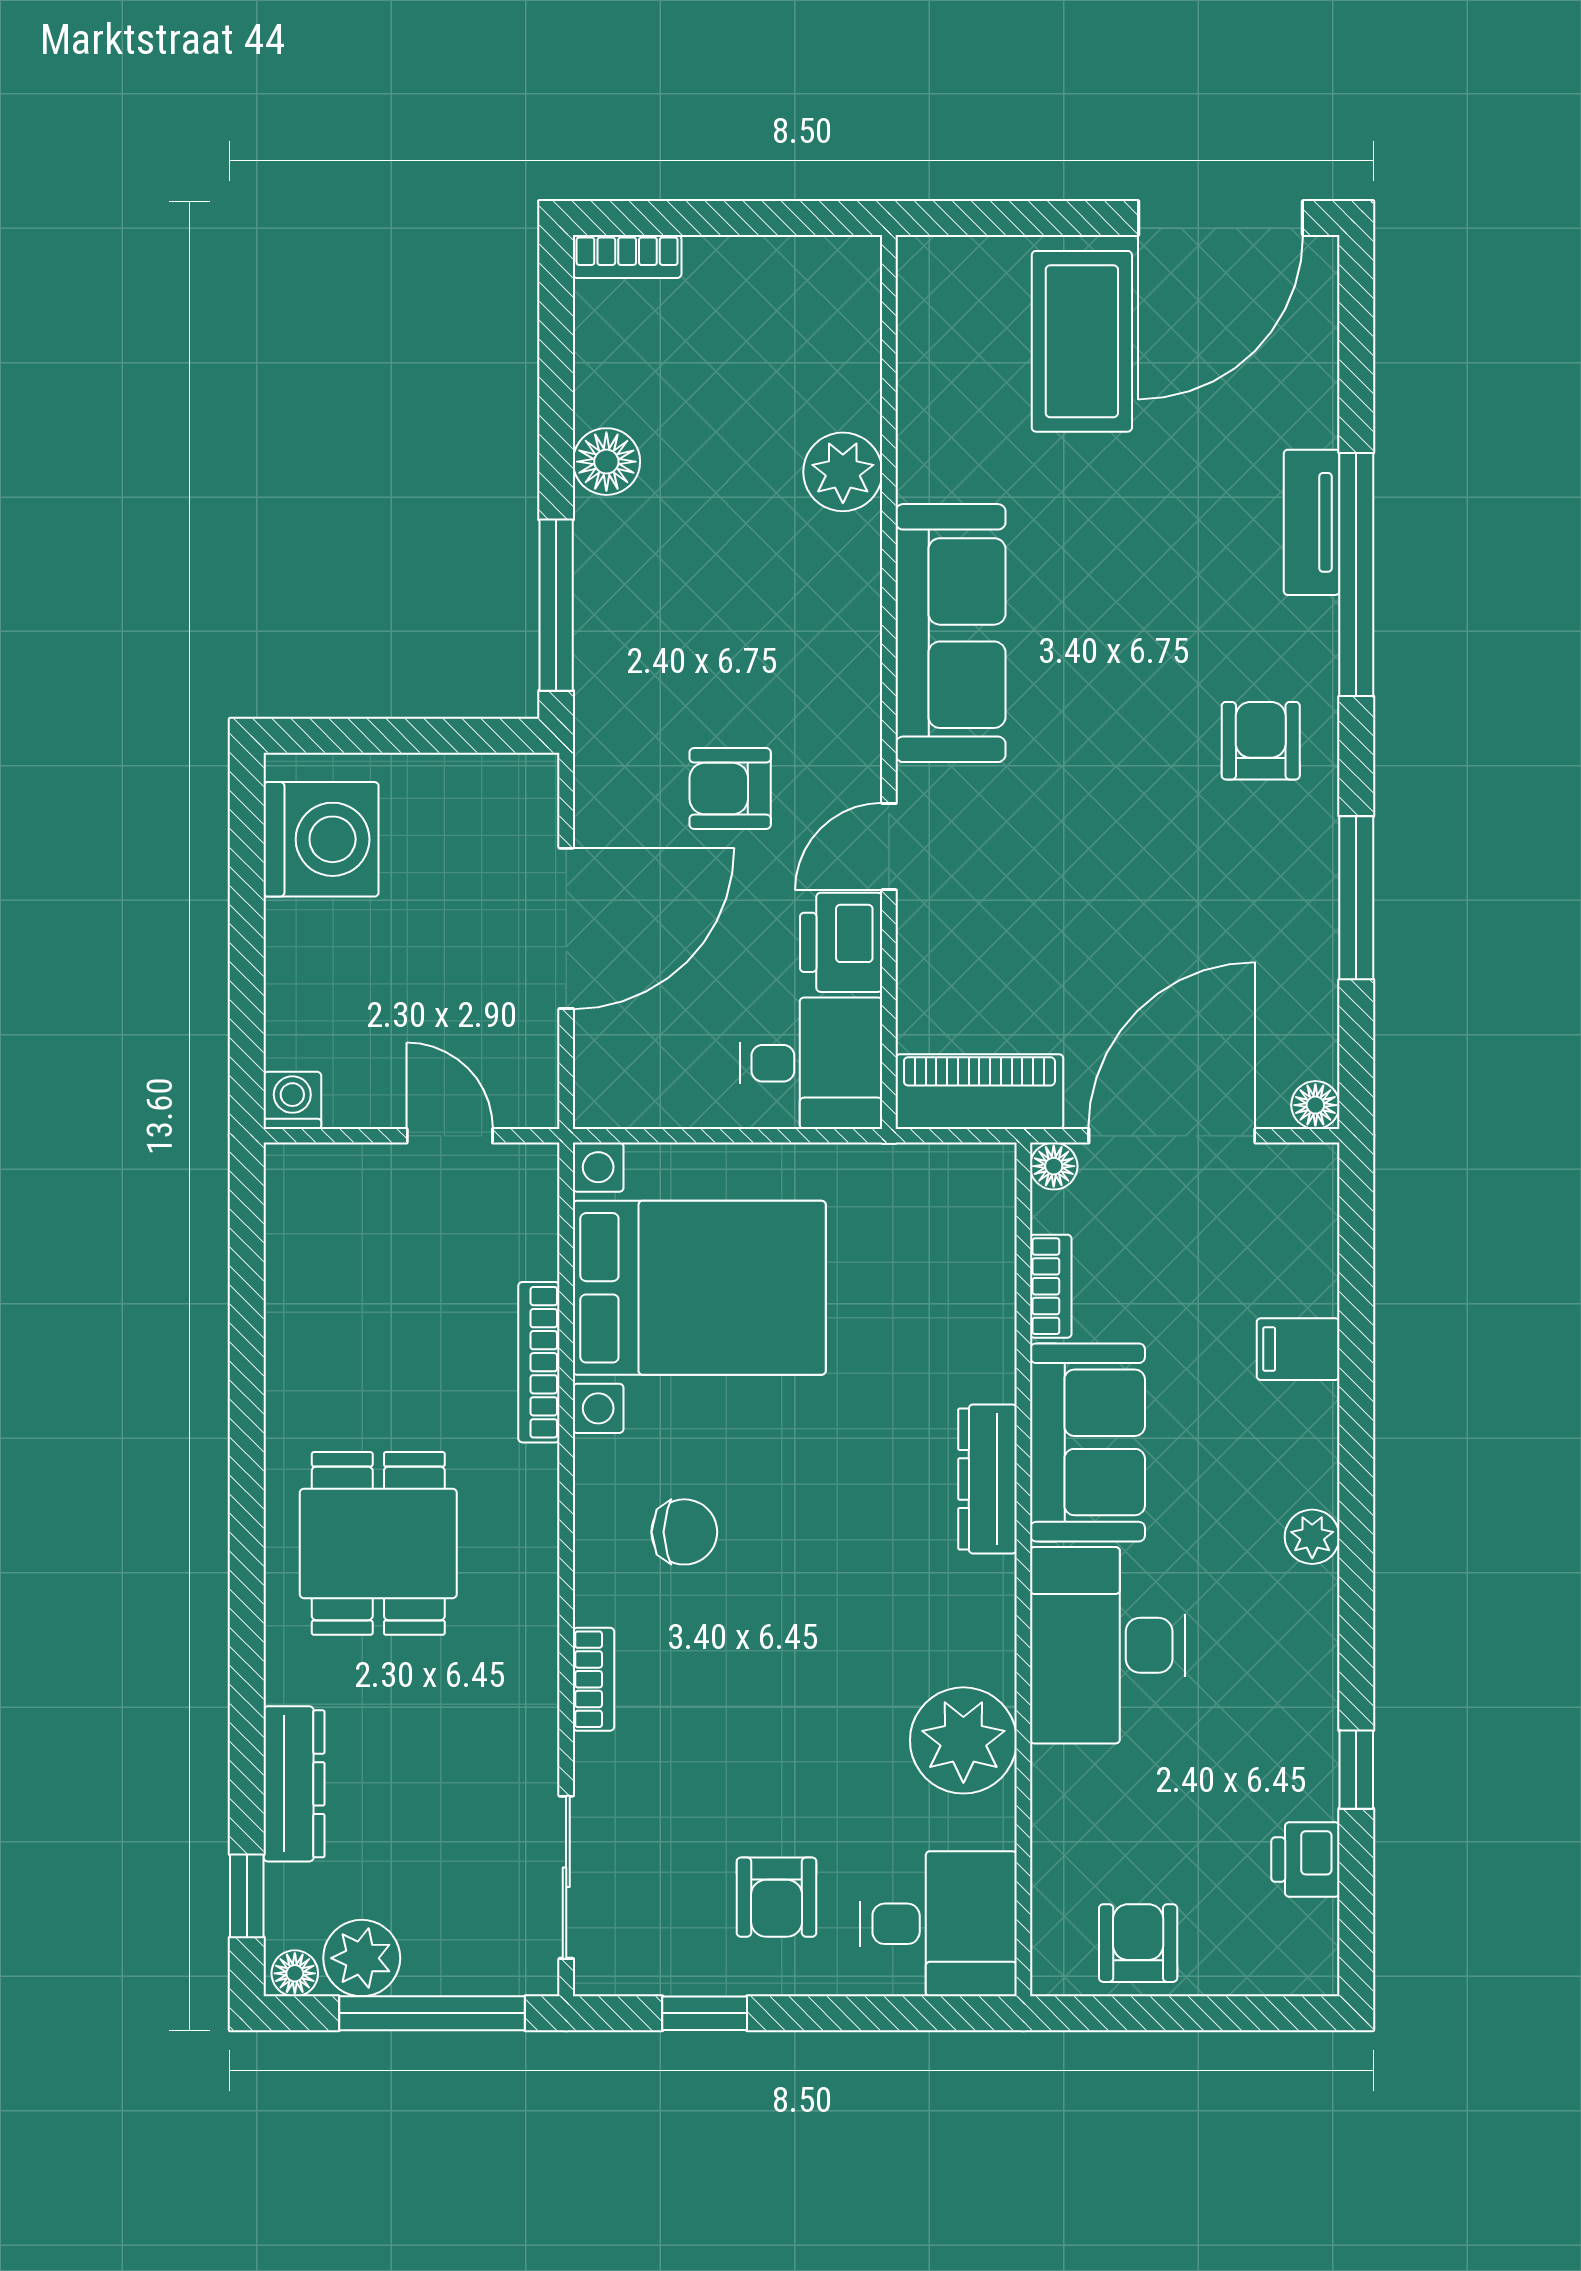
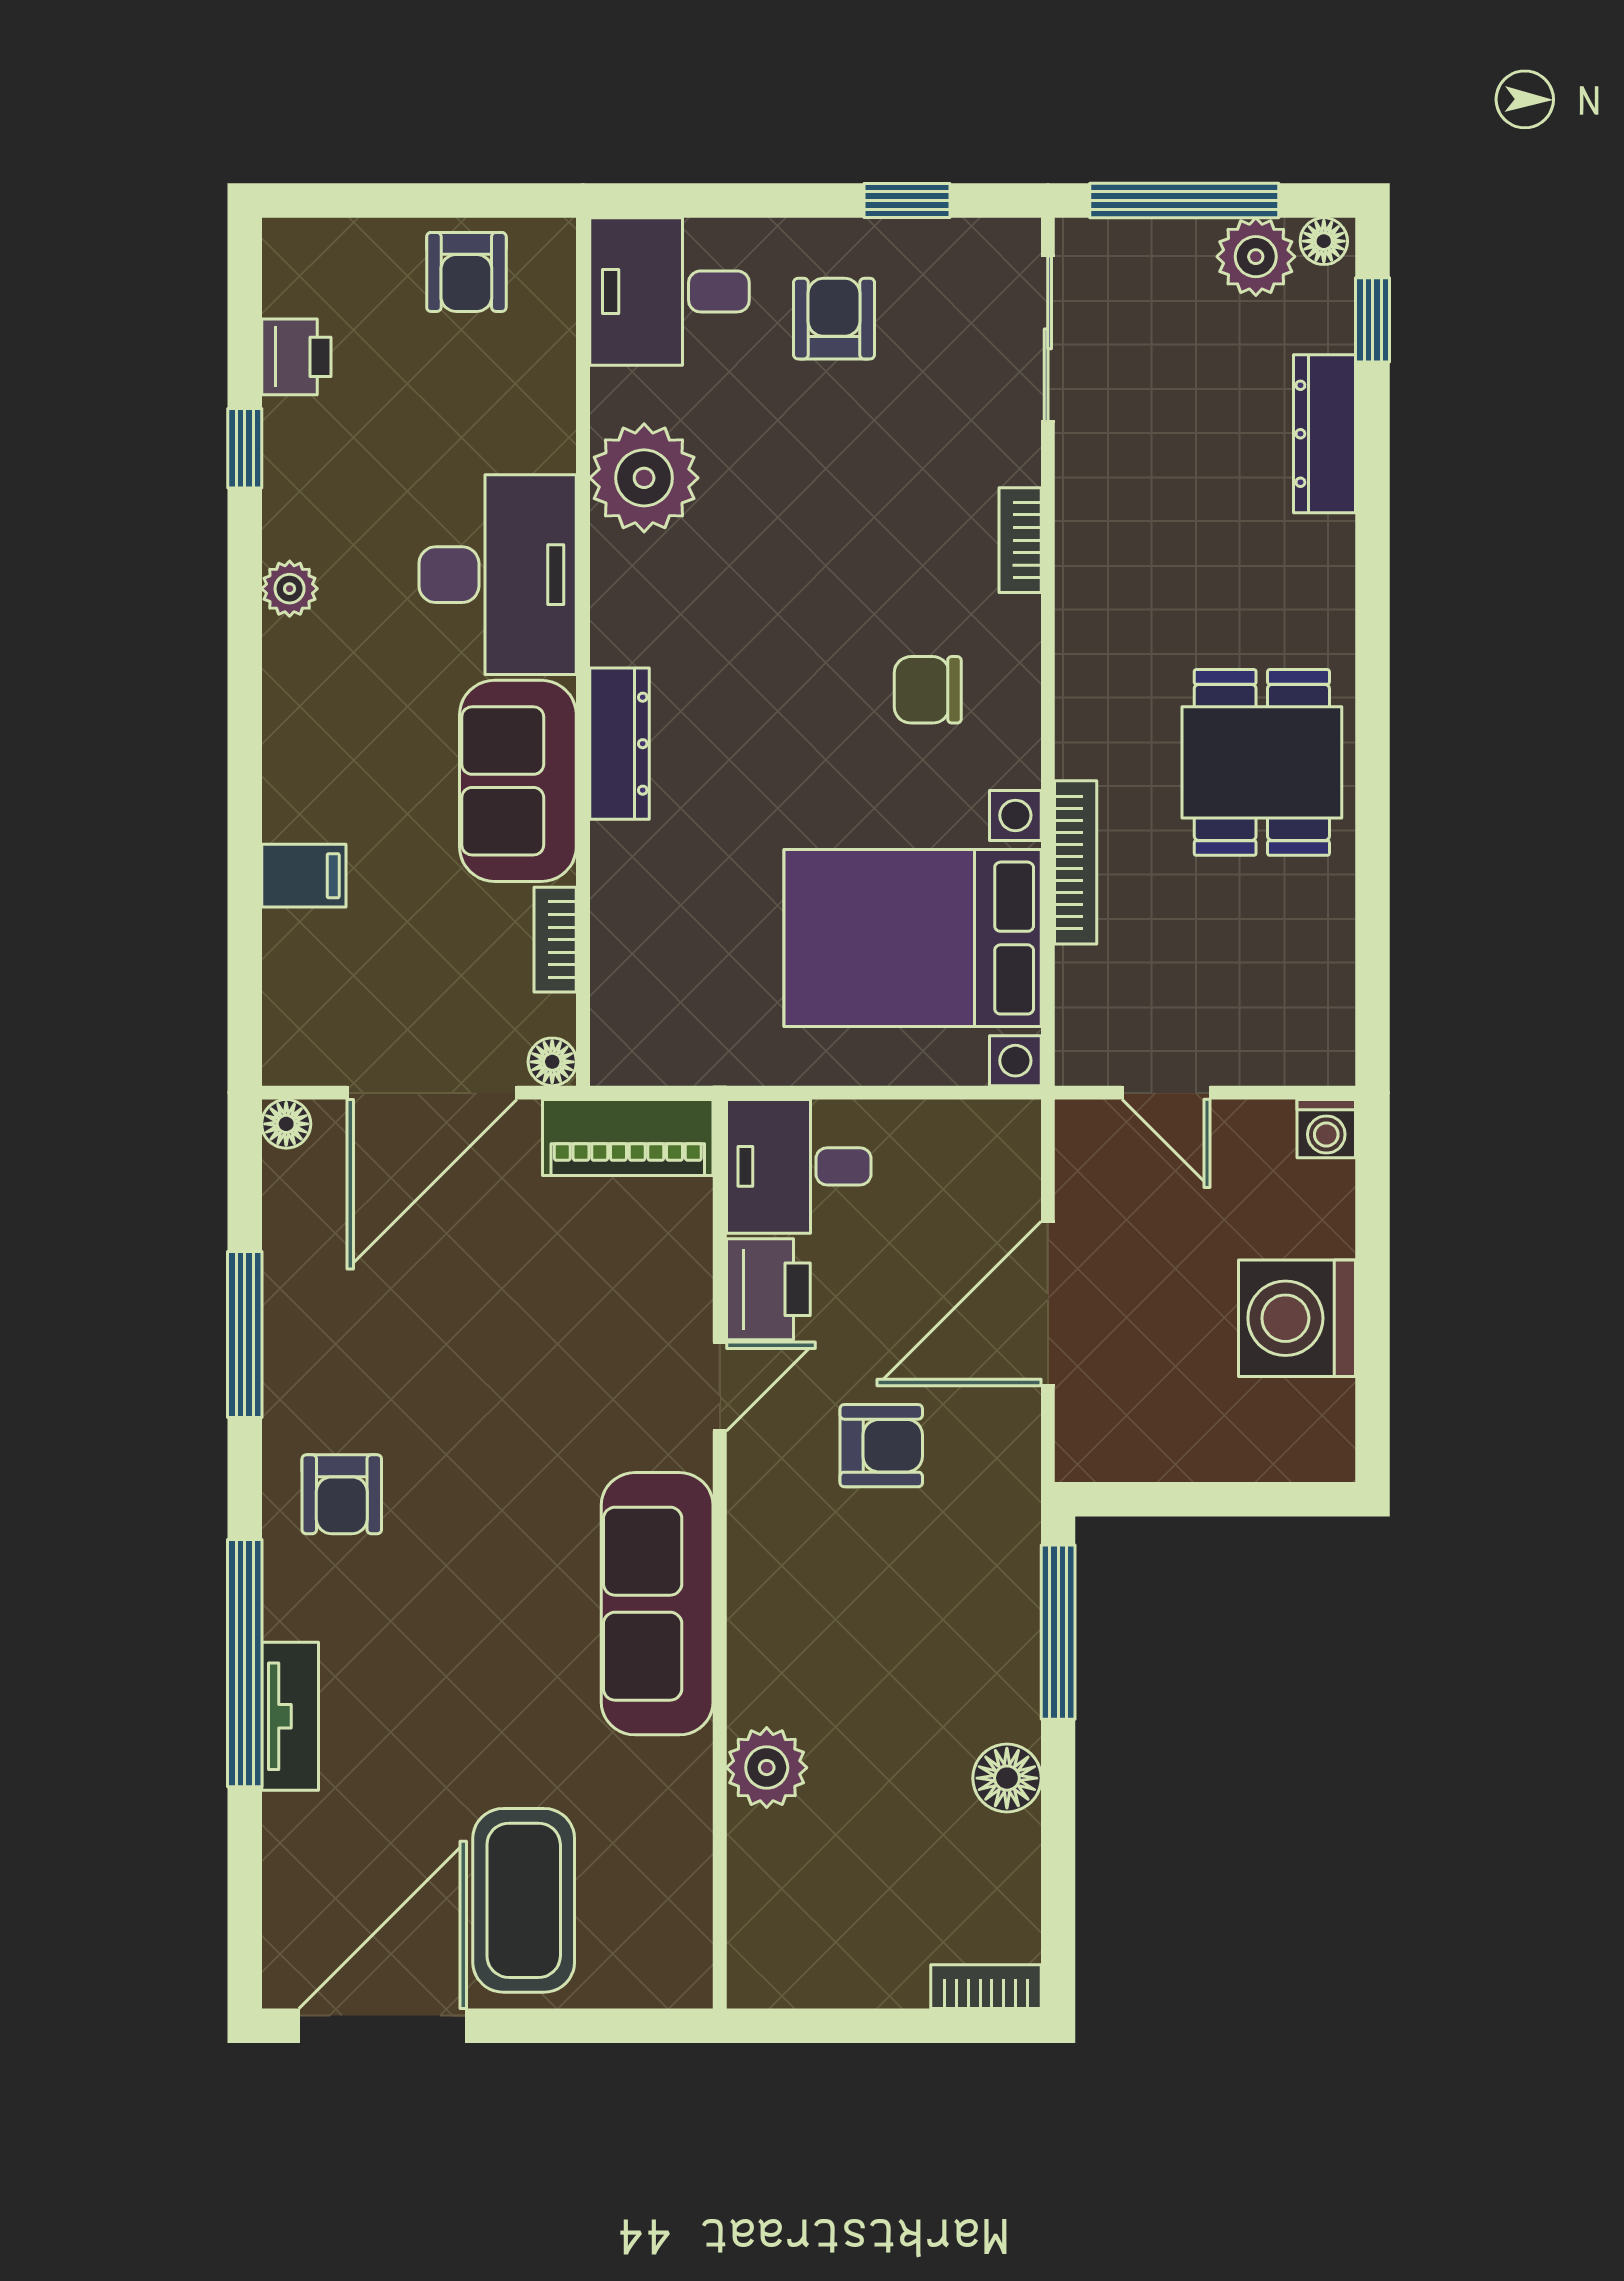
washing machine: (321, 839) -> (1297, 1318), moved
plant: (1312, 1537) -> (290, 589), moved
dining table: (378, 1543) -> (1262, 762), moved

